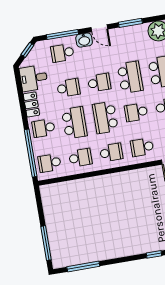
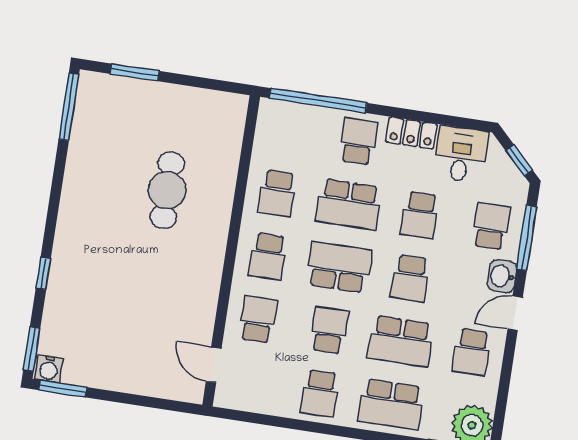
window: (130, 23) -> (505, 377), removed
school desk: (49, 163) -> (472, 352), moved, turned 180
cafe table: (96, 210) -> (167, 190), added
window: (46, 243) -> (135, 72), width x0.69
window: (83, 267) -> (69, 107), moved

